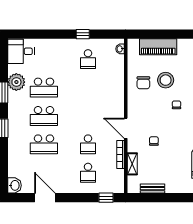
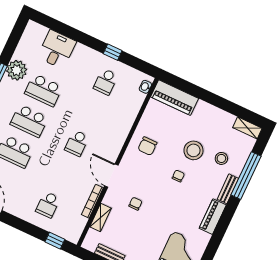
piano: (158, 47) -> (174, 98), moved
desk: (21, 51) -> (57, 49), moved, turned 90
stool: (166, 80) -> (193, 150), moved
chair: (143, 83) -> (147, 146), moved
school desk: (88, 144) -> (77, 143), moved

